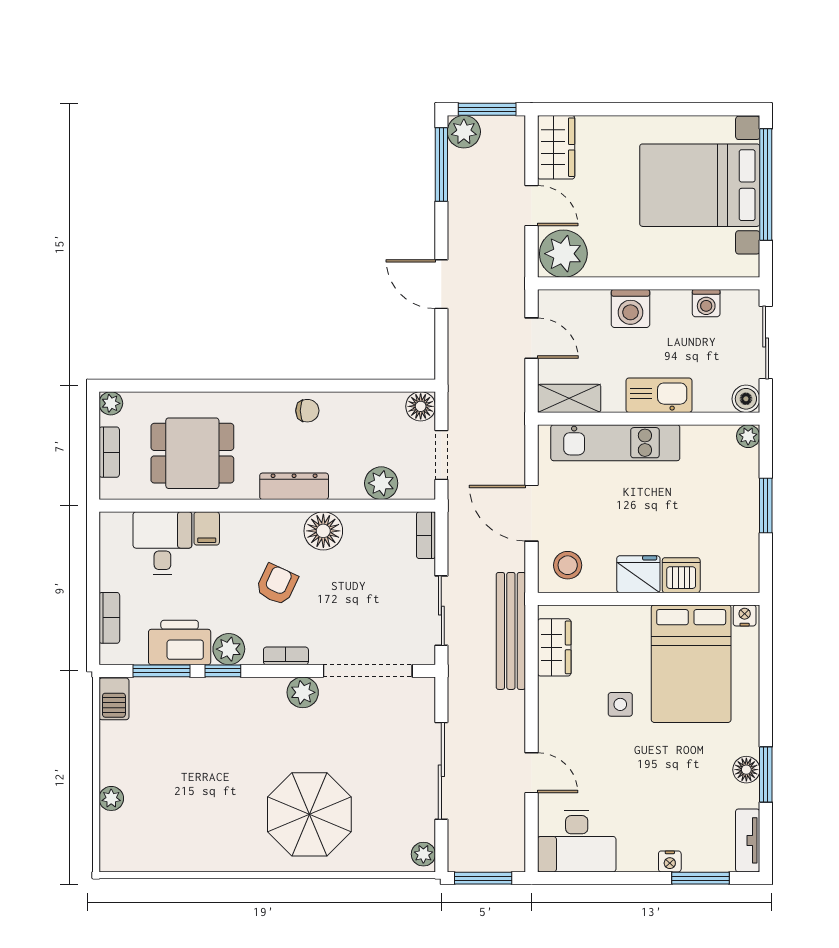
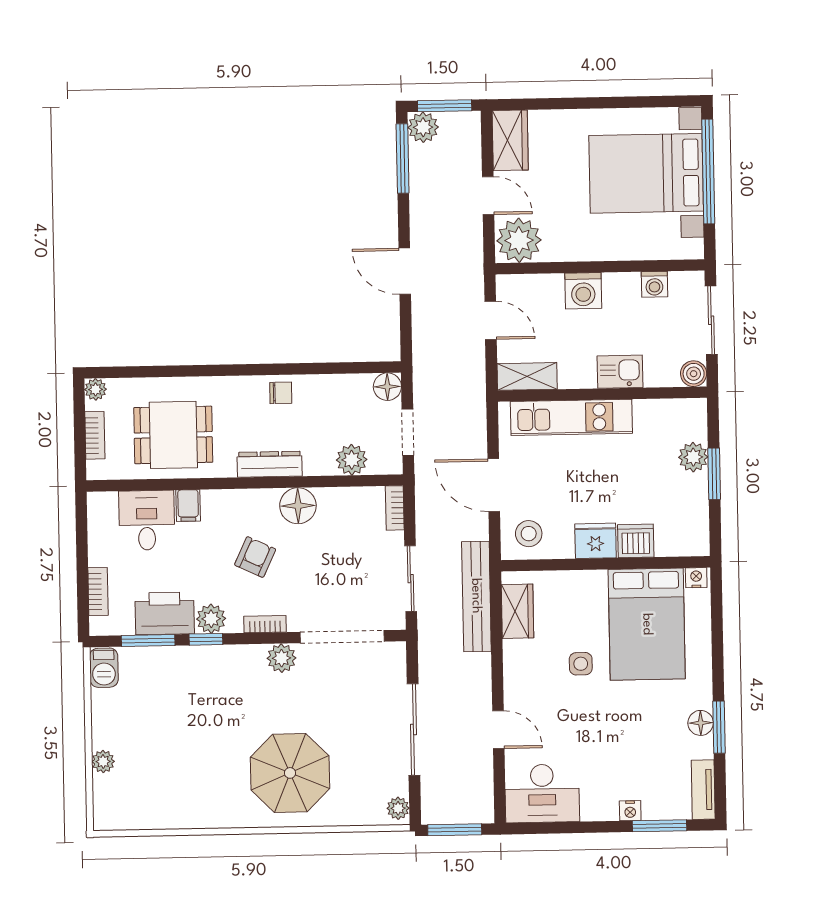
kitchen sink: (659, 395) -> (620, 372), width x0.73
plant: (748, 436) -> (693, 457), moved, width x1.38, depth x1.38

